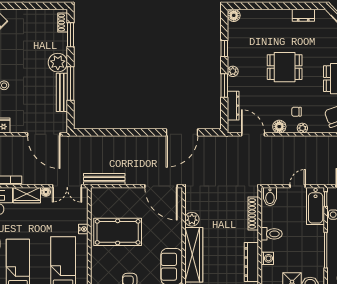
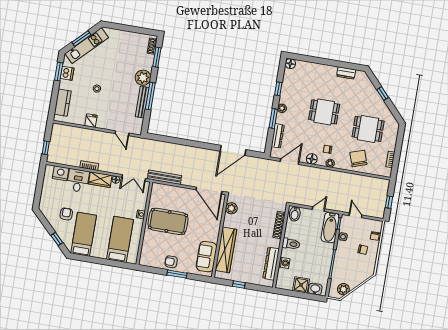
door: (44, 134) -> (122, 133), width x0.53
door: (253, 134) -> (290, 162), hinge flipped
plant: (192, 219) -> (231, 208), moved

